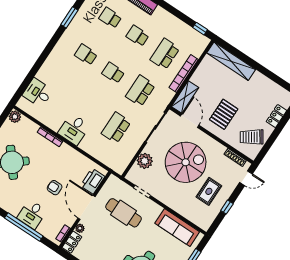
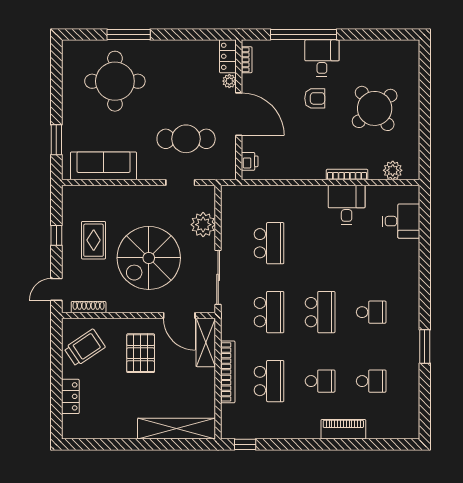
school desk: (113, 73) -> (320, 312), width x1.85
plant: (15, 117) -> (393, 170), moved
desk: (74, 129) -> (347, 205), moved
printer: (93, 181) -> (250, 161), width x0.53, depth x0.68
armchair: (55, 188) -> (315, 98), moved
desk: (32, 214) -> (322, 58), moved

